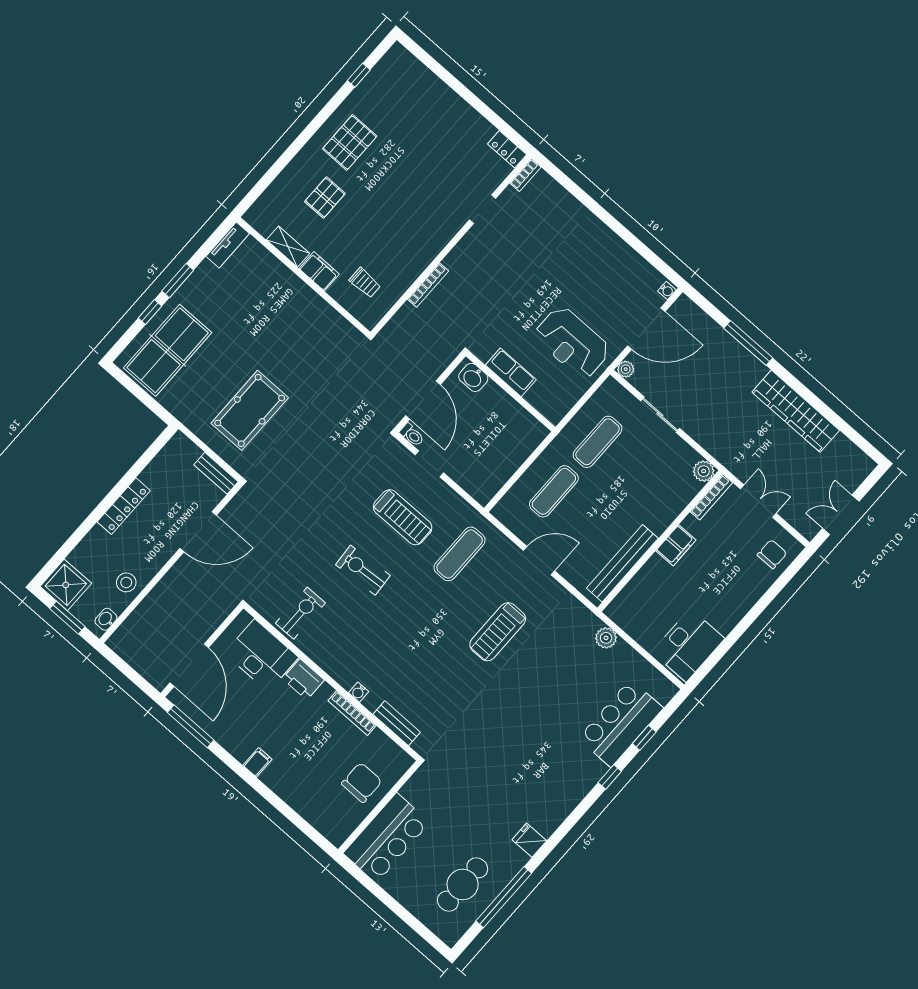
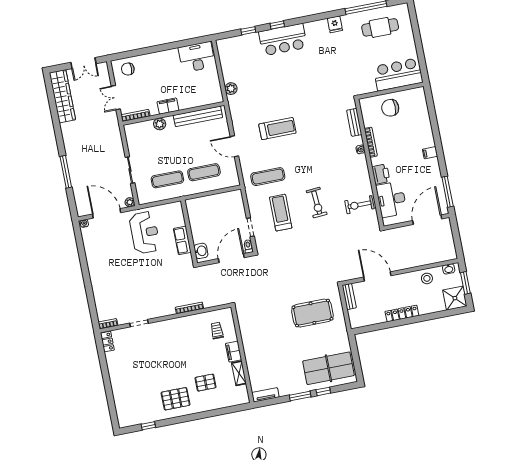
wardrobe: (796, 411) -> (62, 96), moved
plant: (704, 471) -> (160, 124), moved
bar counter: (621, 723) -> (283, 40), moved

